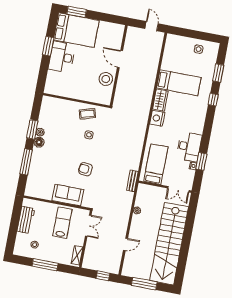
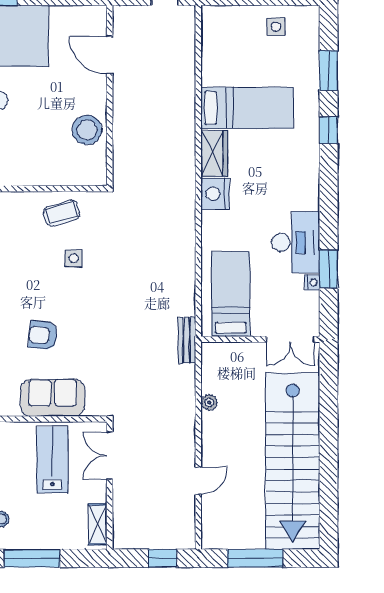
door: (120, 59) -> (110, 55), moved
armchair: (85, 169) -> (43, 335), moved
double door: (88, 226) -> (110, 456), swing flipped

